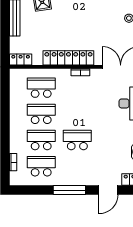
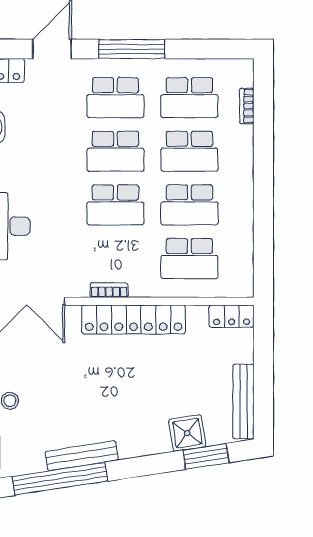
school desk: (77, 114) -> (115, 205), added
school desk: (77, 166) -> (115, 98), added

